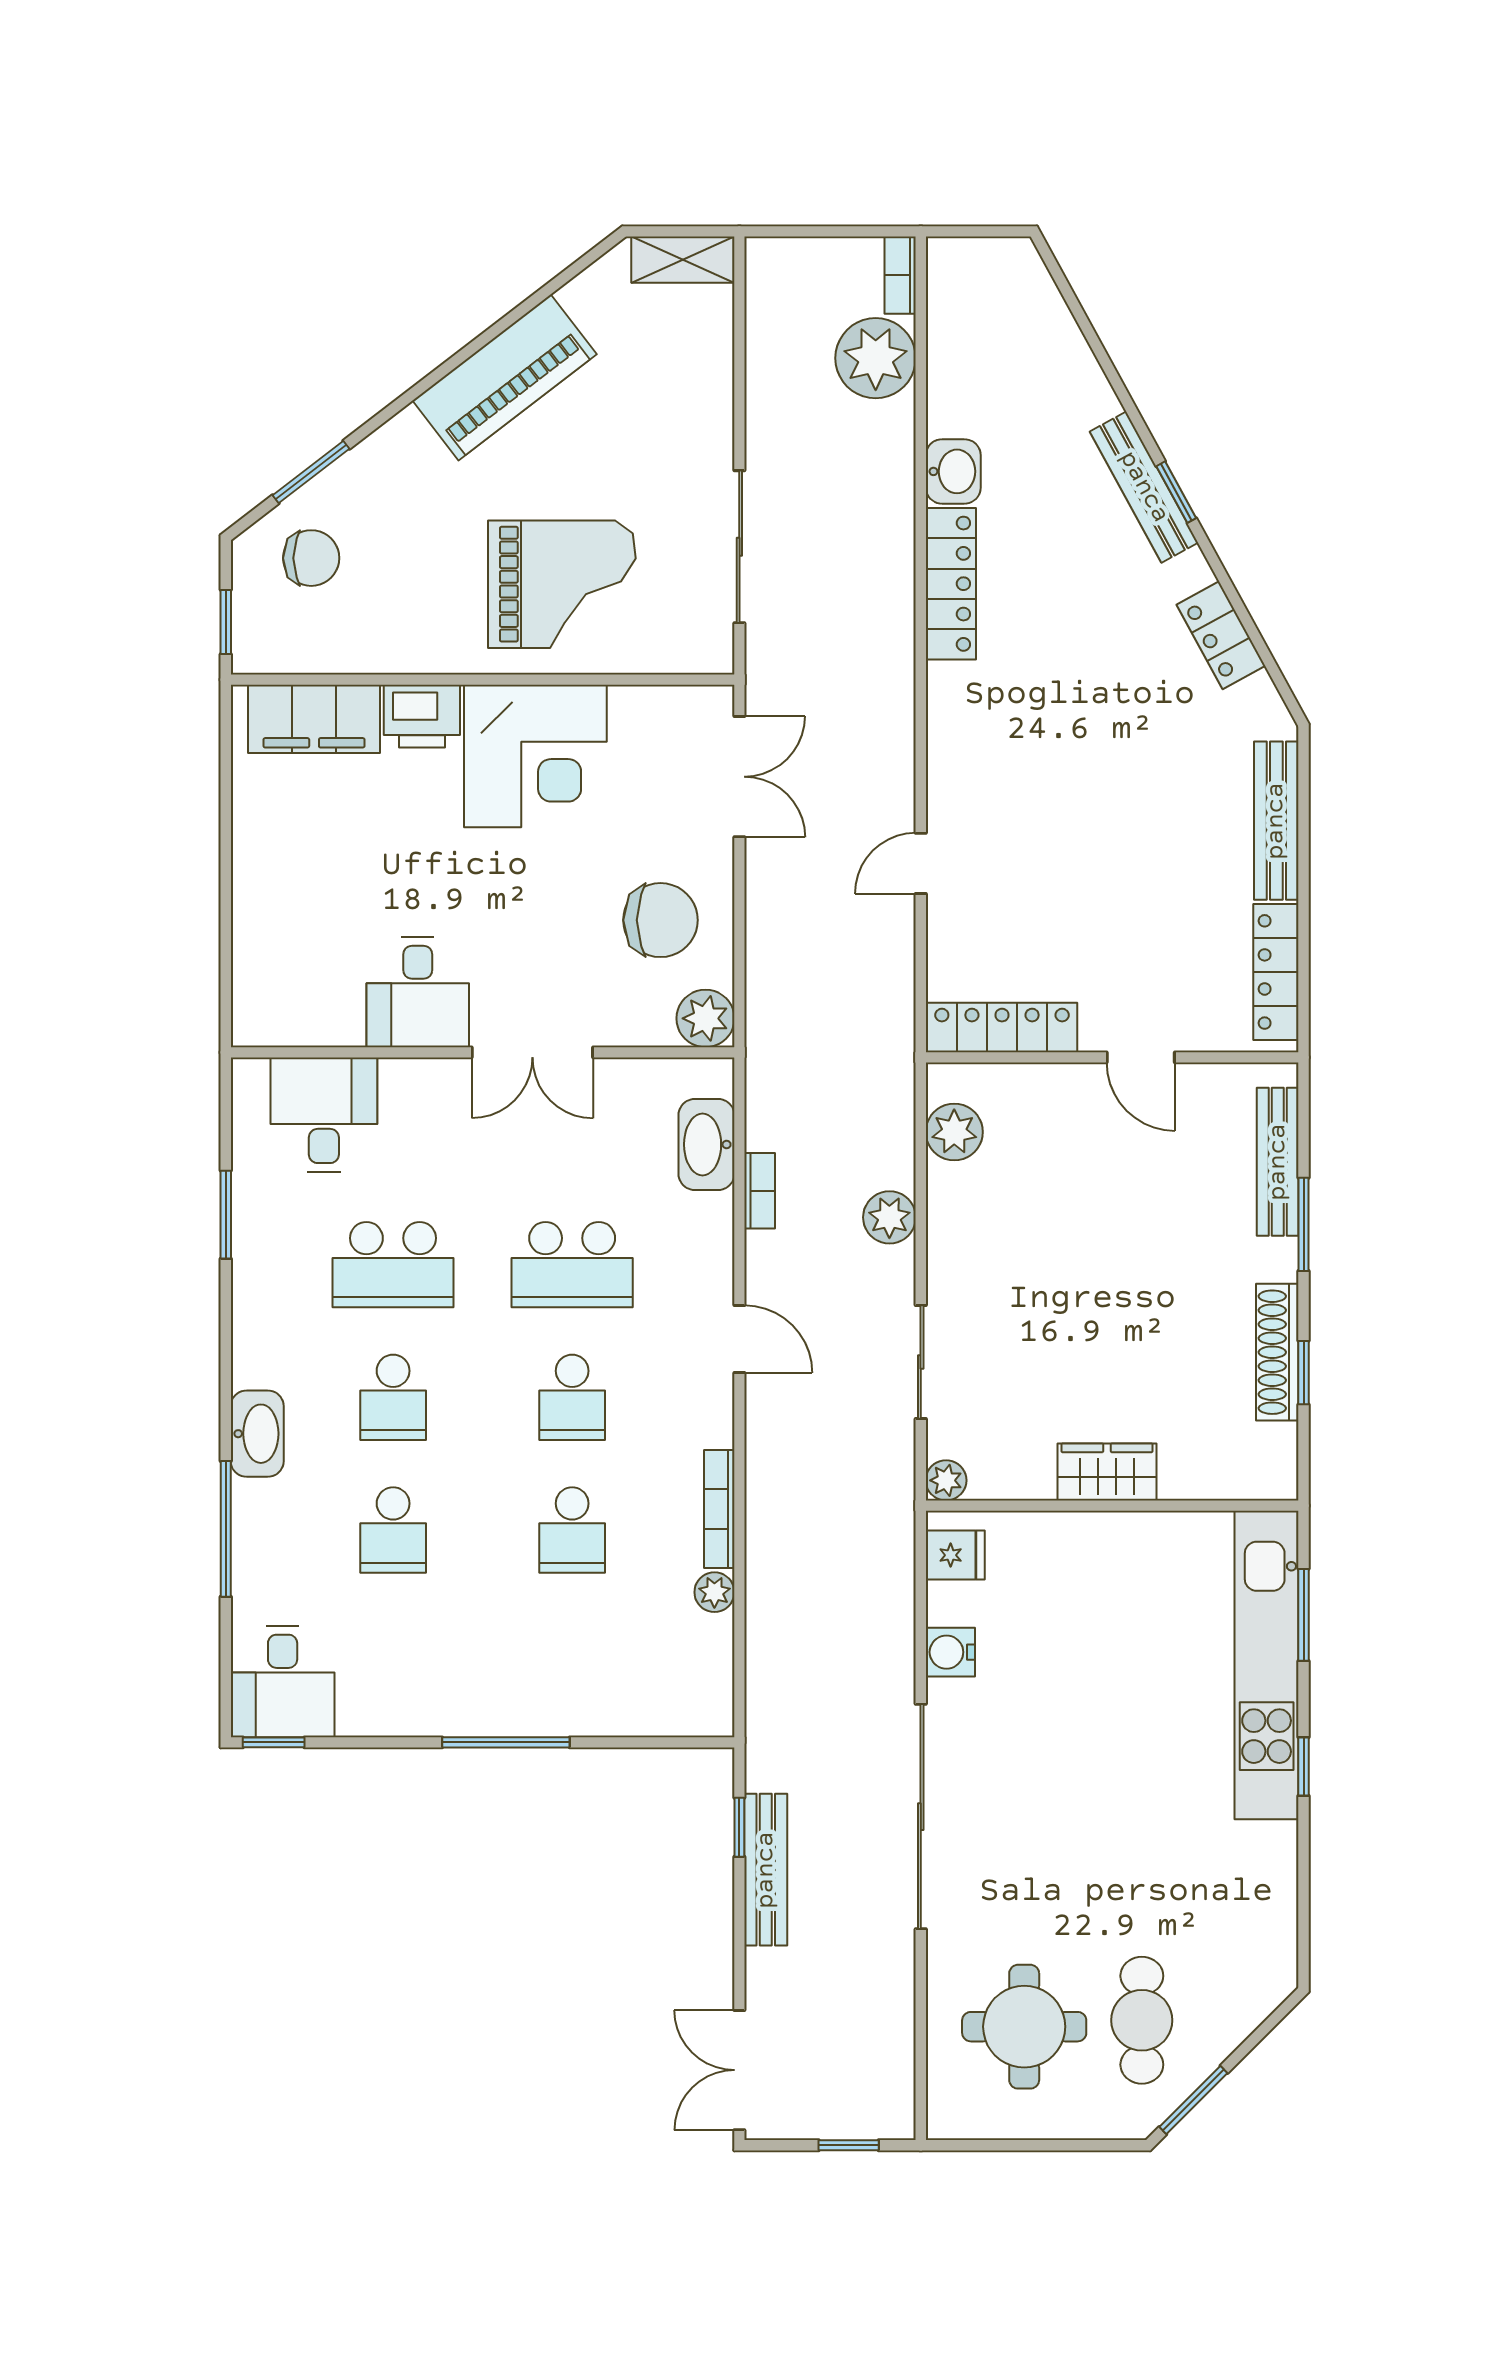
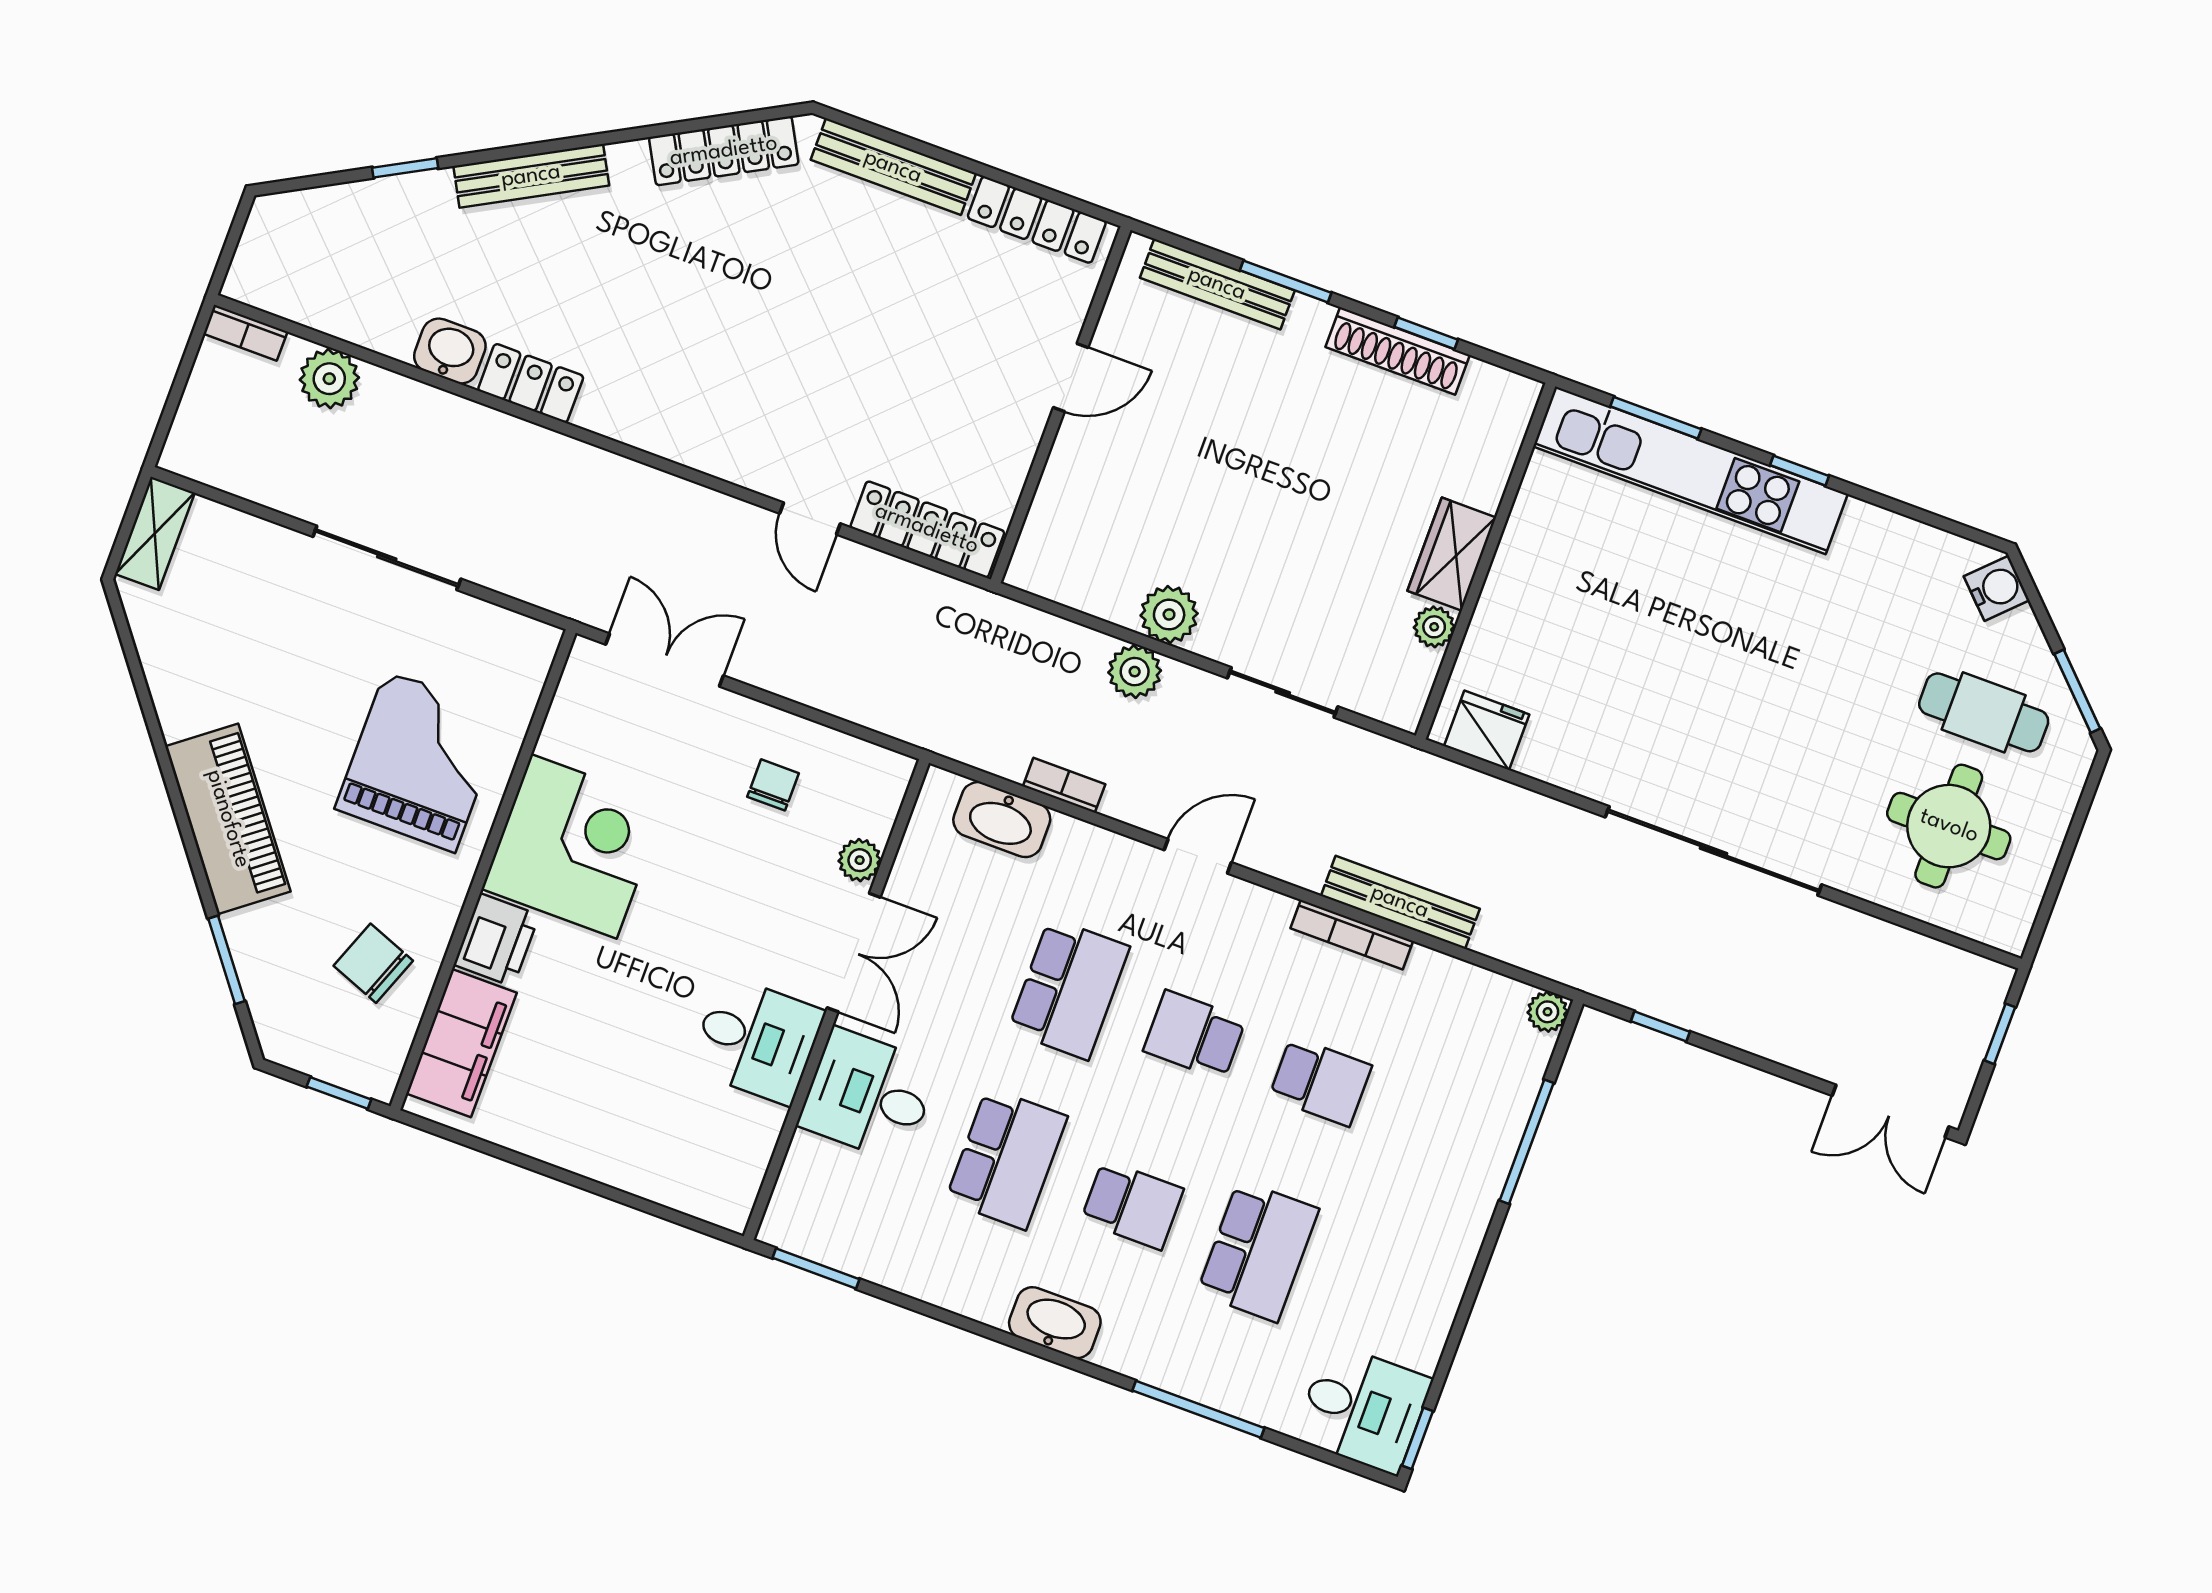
plant: (876, 358) -> (329, 379), width x0.73, depth x0.73
piano: (505, 377) -> (228, 819), moved
window: (1176, 492) -> (405, 168), moved
sliding door: (739, 547) -> (387, 558), moved
chair: (311, 558) -> (373, 963), moved, turned -69
locker: (951, 584) -> (531, 383), width x0.66
locker: (1221, 635) -> (724, 151), width x1.53
chair: (660, 920) -> (773, 785), width x0.54, depth x0.54
plant: (705, 1018) -> (860, 860), moved, width x0.73, depth x0.73
locker: (1002, 1027) -> (927, 529), moved, turned 90
desk: (324, 1115) -> (869, 1095), moved
plant: (954, 1132) -> (1169, 614), moved
window: (226, 1215) -> (816, 1269), moved
school desk: (572, 1397) -> (1195, 1035), turned 180
washbasin: (257, 1434) -> (1055, 1323), moved
plant: (946, 1480) -> (1434, 627), moved
school desk: (393, 1530) -> (1258, 1251), width x1.85
fridge: (955, 1555) -> (1487, 730), width x1.38
plant: (714, 1592) -> (1548, 1012), moved
water cooler: (950, 1652) -> (1997, 588), moved, turned -135
window: (506, 1742) -> (1527, 1142), moved
bench: (766, 1870) -> (1400, 902), moved

